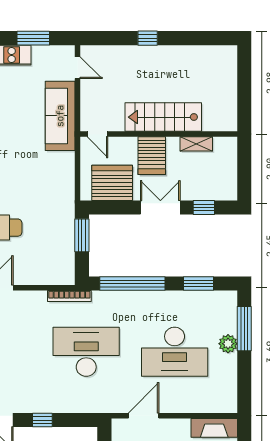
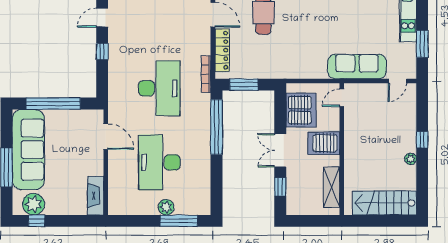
plant: (170, 52) -> (411, 159), added
stairs: (163, 117) -> (384, 203), moved, turned -90
shelving: (196, 144) -> (332, 187), width x1.50, depth x1.33
double door: (160, 207) -> (280, 150), swing flipped
window: (82, 235) -> (244, 85), moved
locker: (41, 277) -> (222, 50), added
window: (198, 283) -> (217, 182), removed

